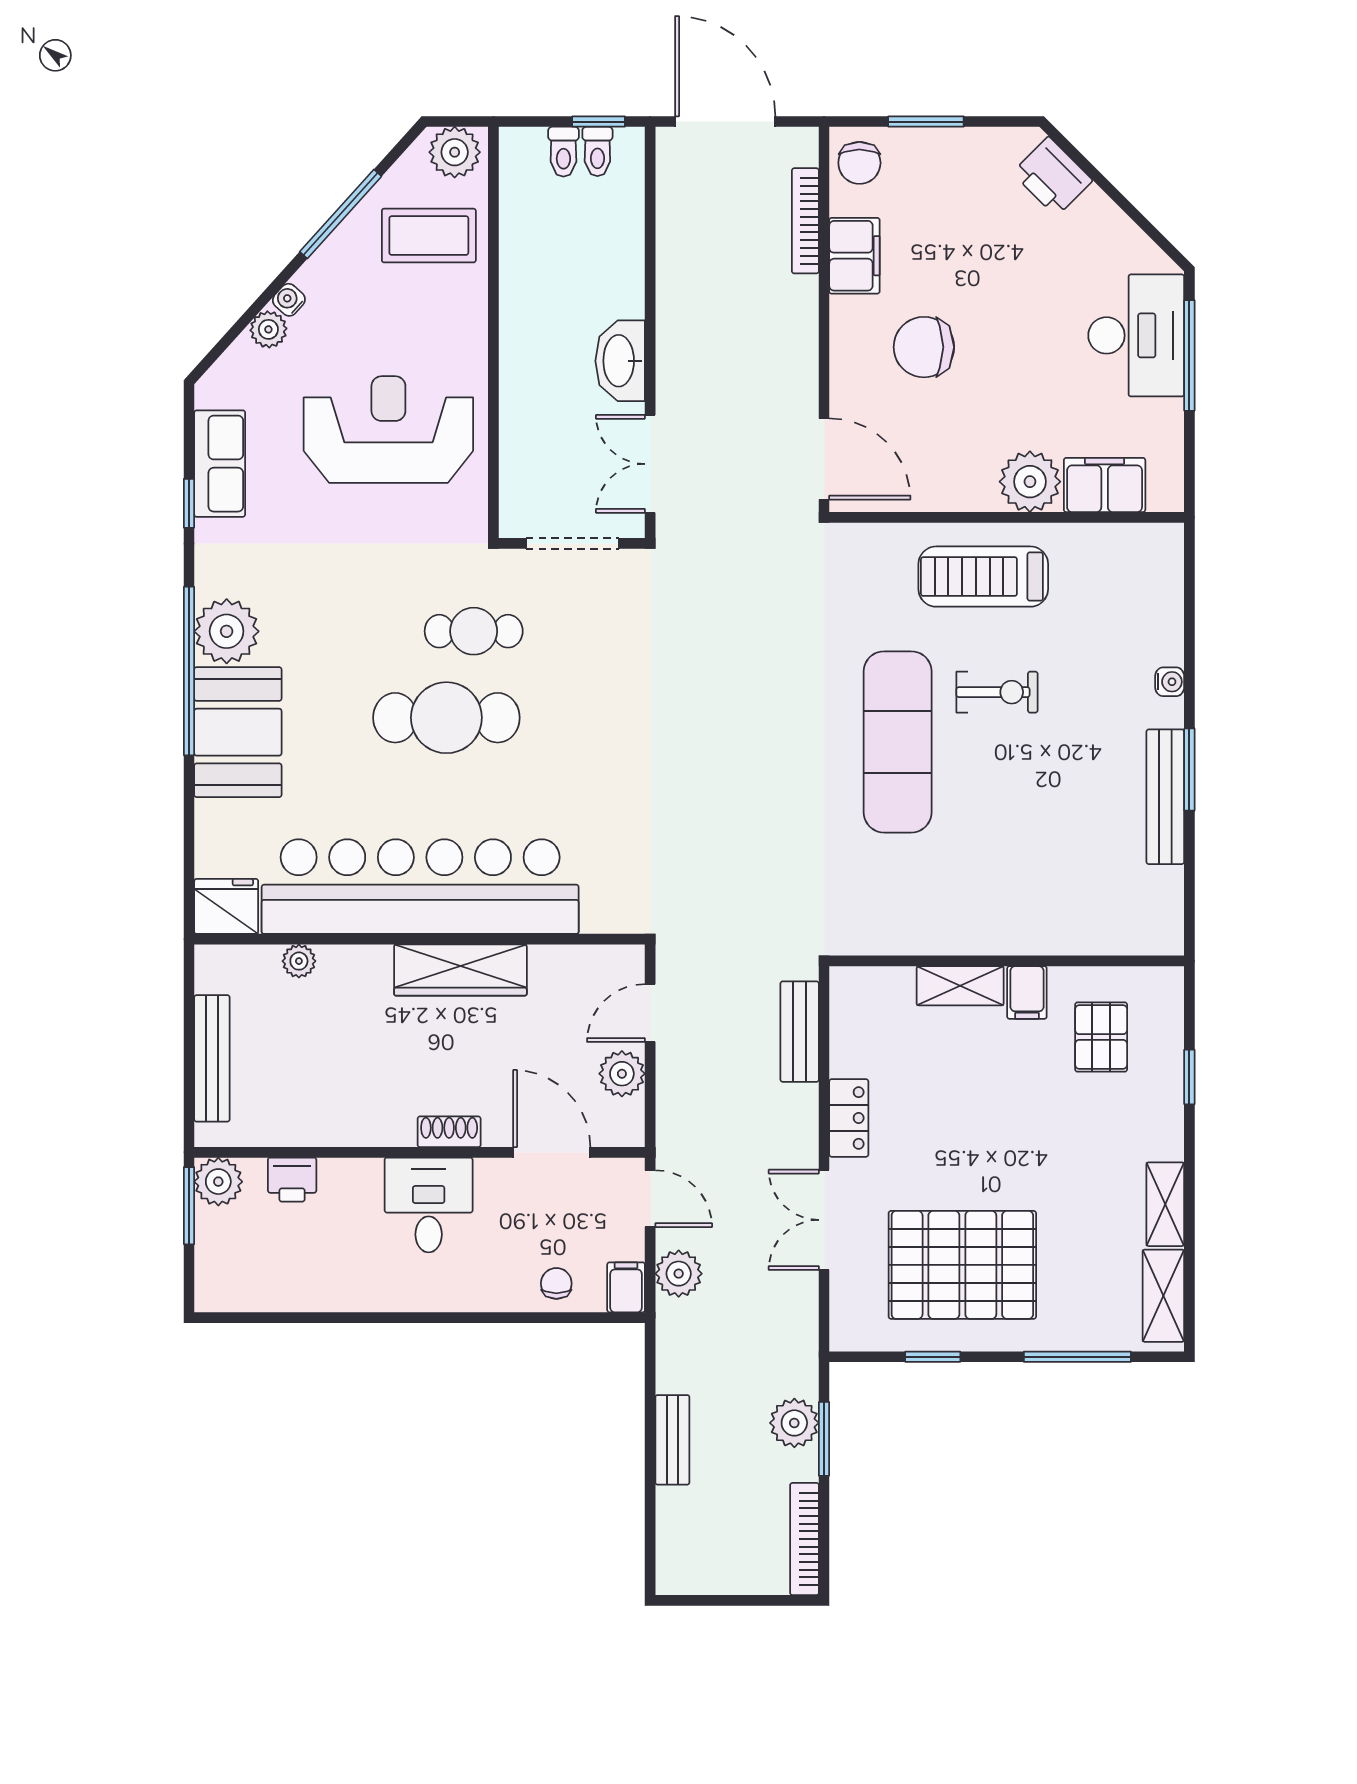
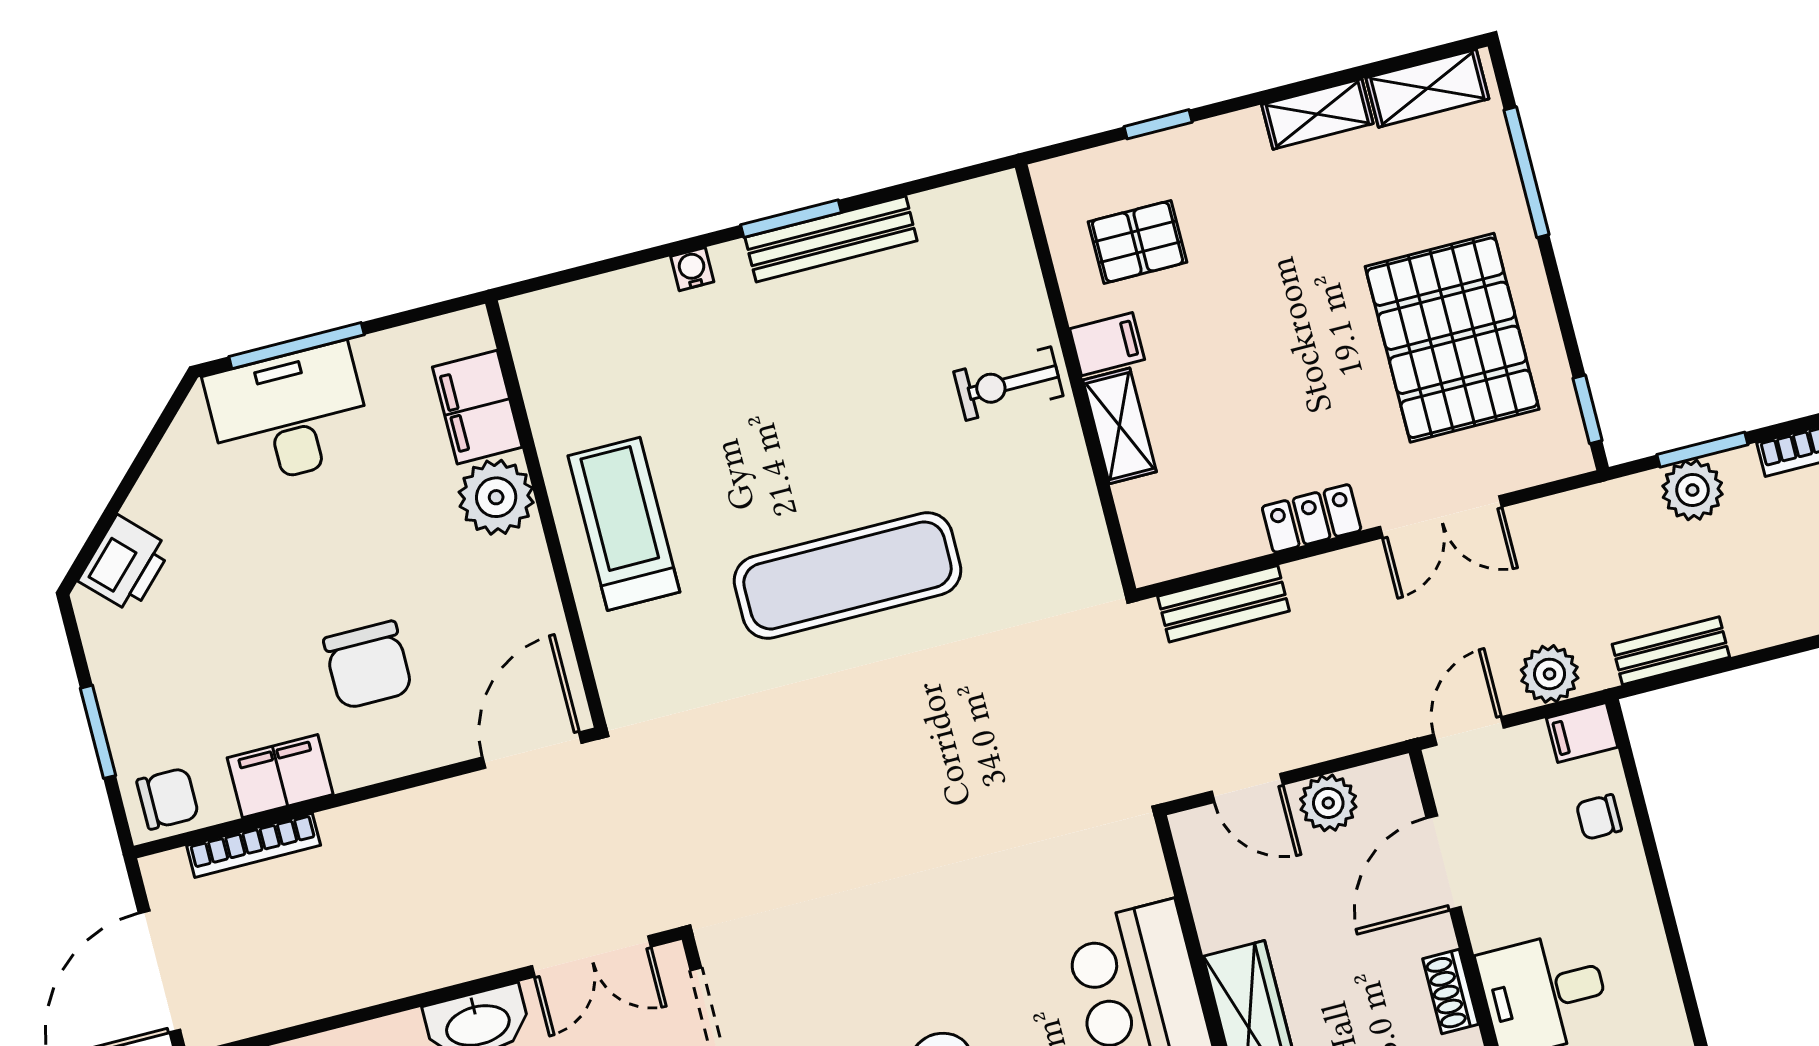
treadmill: (983, 577) -> (624, 524), turned 180
exercise bike: (997, 692) -> (1008, 384), moved, turned -90
window: (933, 1357) -> (1587, 409), moved
bench: (672, 1440) -> (1671, 651), moved

